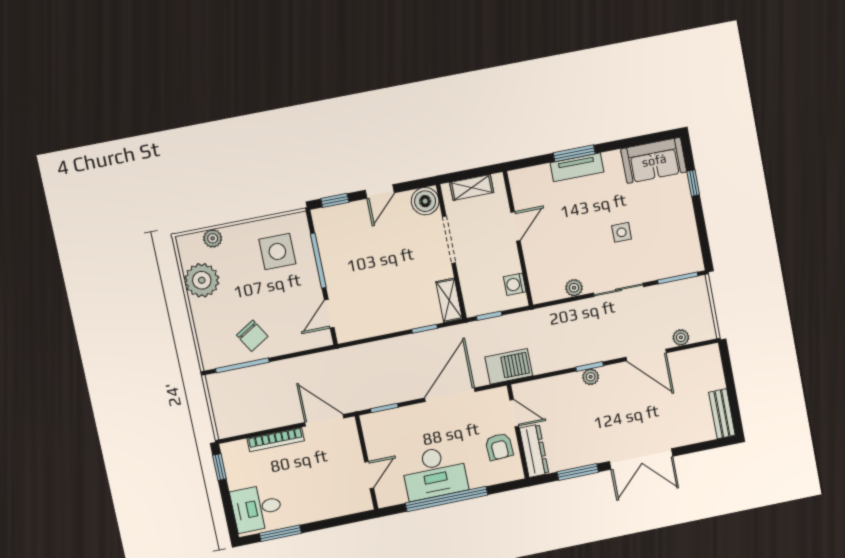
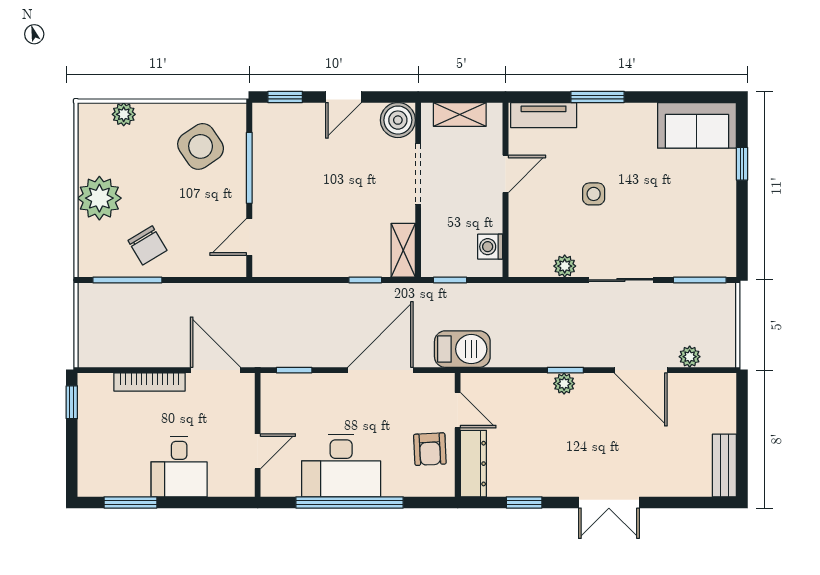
tv unit: (577, 167) -> (544, 115), moved
side table: (622, 232) -> (594, 194), moved
side table: (277, 252) -> (201, 146), turned -34
plant: (202, 280) -> (99, 198), moved
double door: (641, 459) -> (609, 502), width x0.73
window: (578, 472) -> (524, 502), width x0.67
desk: (257, 508) -> (179, 467), moved, turned -90

